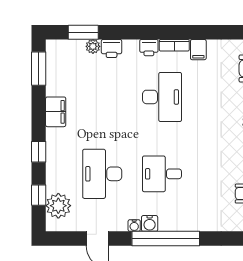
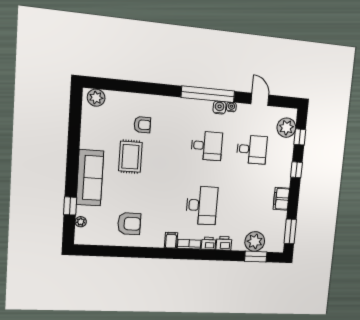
plant: (93, 46) -> (255, 241), width x1.87, depth x1.87
printer: (112, 48) -> (224, 243), moved
desk: (162, 97) -> (202, 205), turned 180
desk: (102, 174) -> (252, 149), width x0.73

